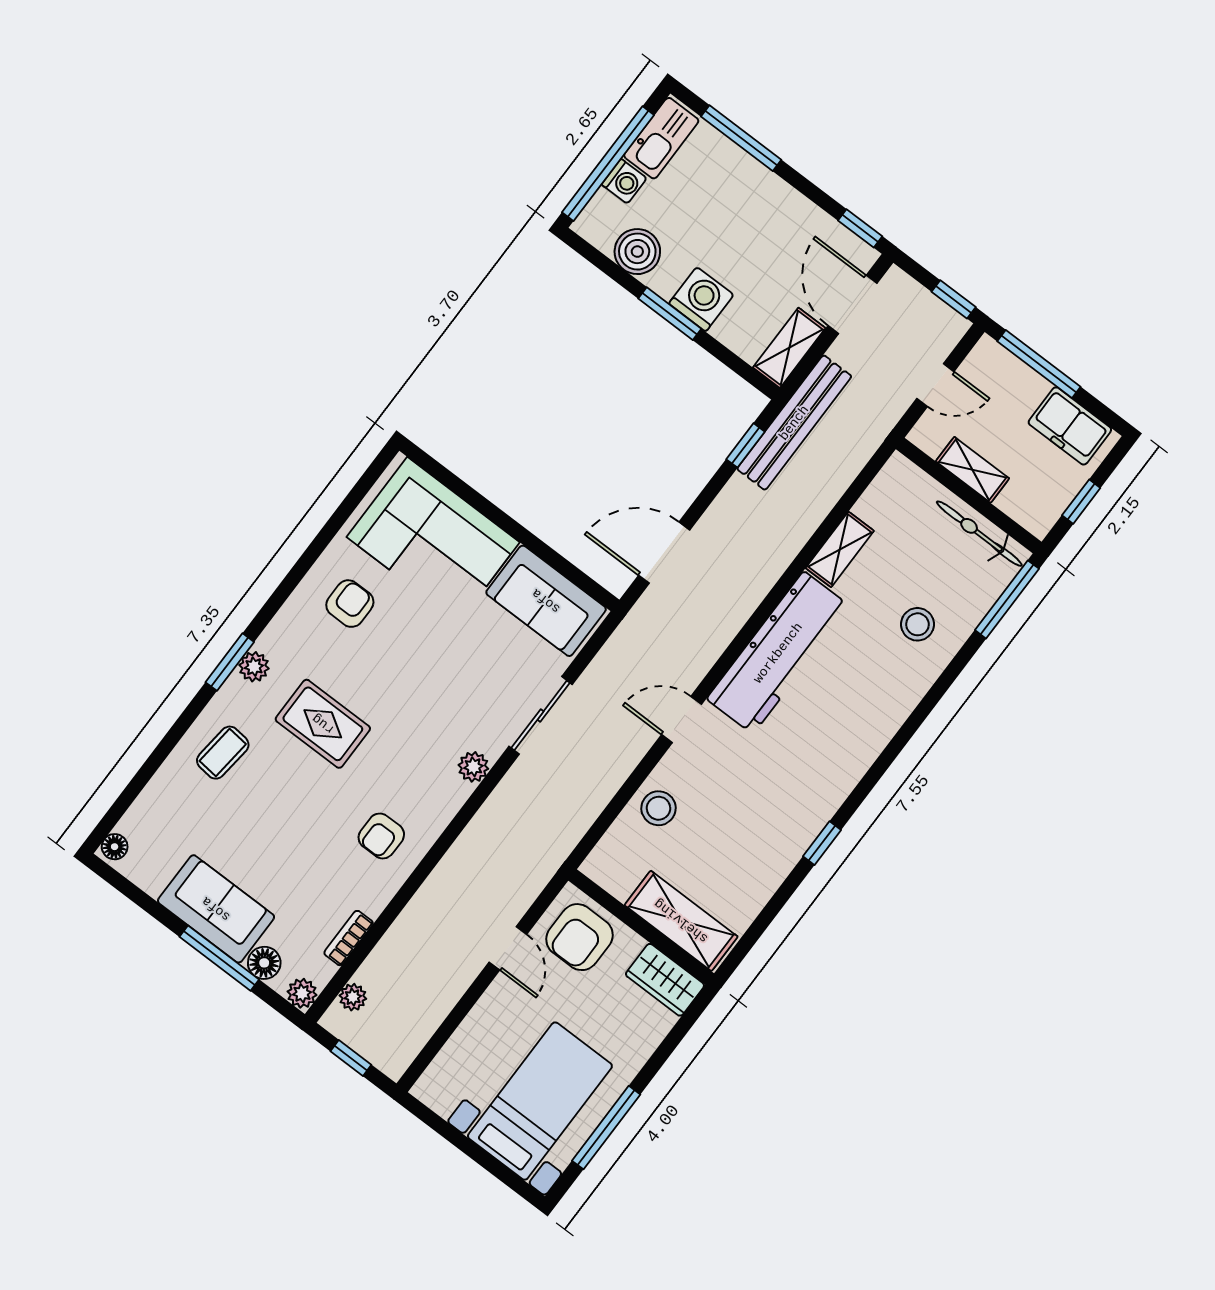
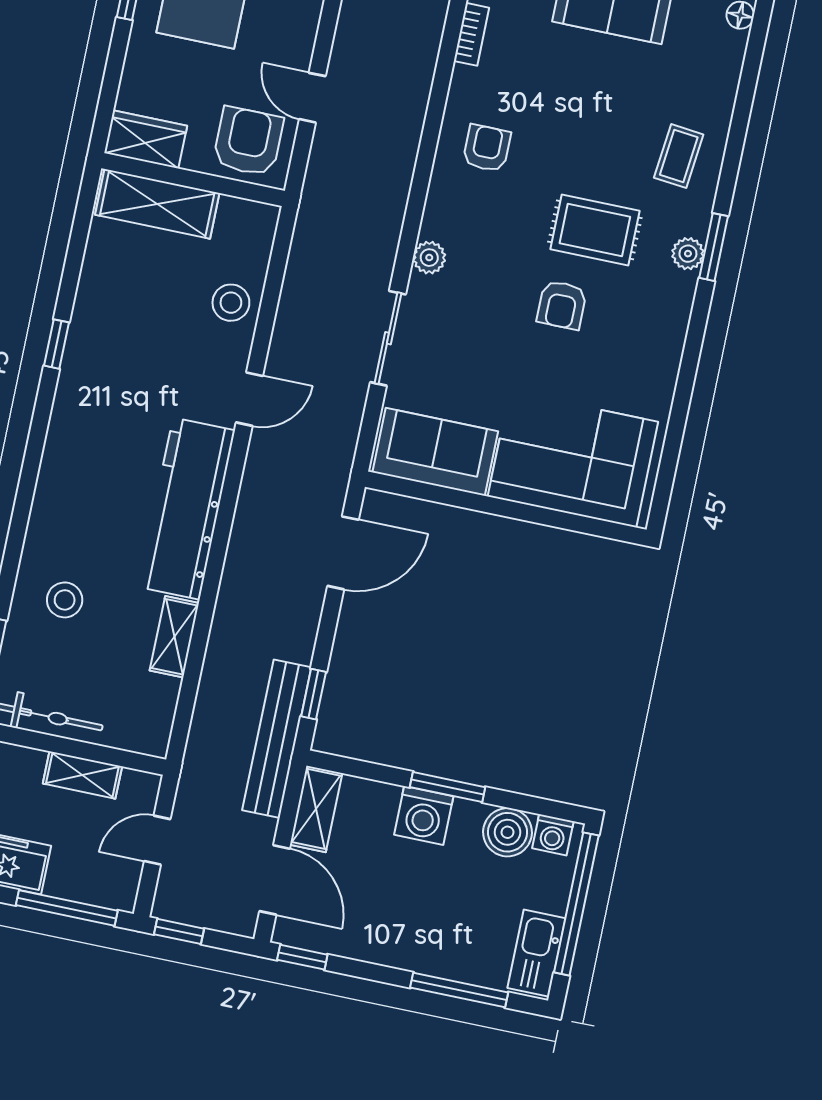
washing machine: (624, 181) -> (553, 835), moved, turned -90
armchair: (350, 604) -> (562, 305), moved

